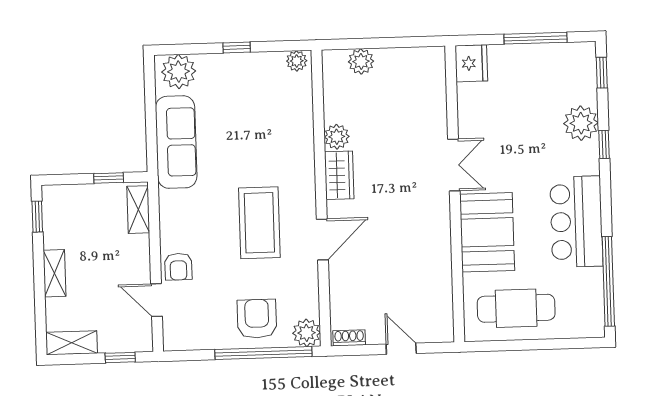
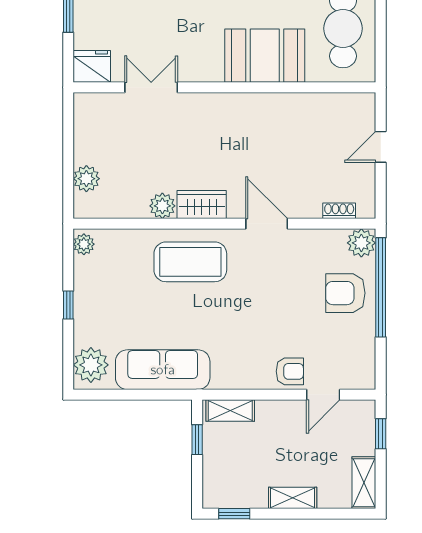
double door: (454, 165) -> (151, 87), moved
coffee table: (259, 223) -> (190, 262), moved
shoe rack: (349, 338) -> (339, 211), moved, turned 90

